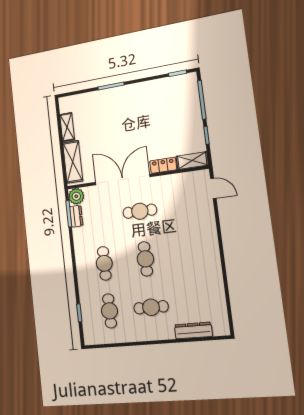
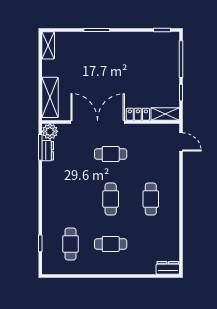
shelving: (67, 127) -> (48, 45), moved
cafe table: (104, 263) -> (151, 199), moved
dresser: (193, 331) -> (168, 268), moved, width x0.70

